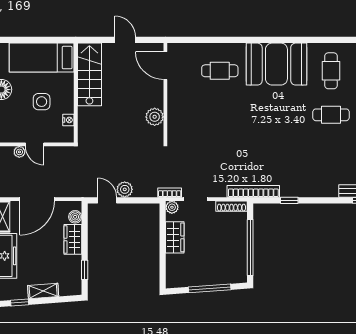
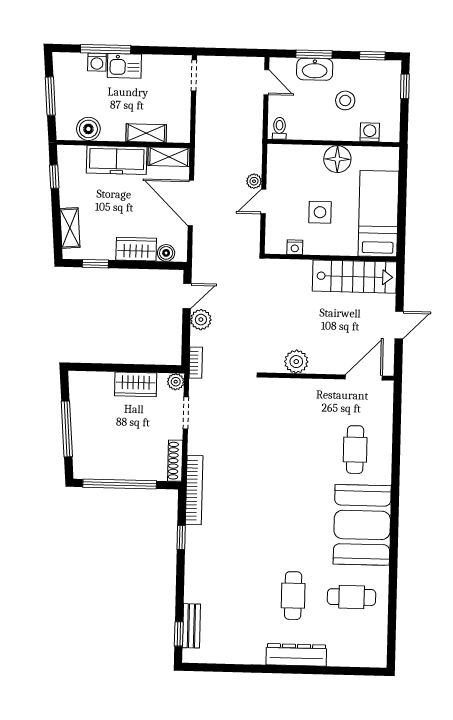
bookcase: (170, 193) -> (196, 363), moved
shelving: (43, 291) -> (70, 228), moved

